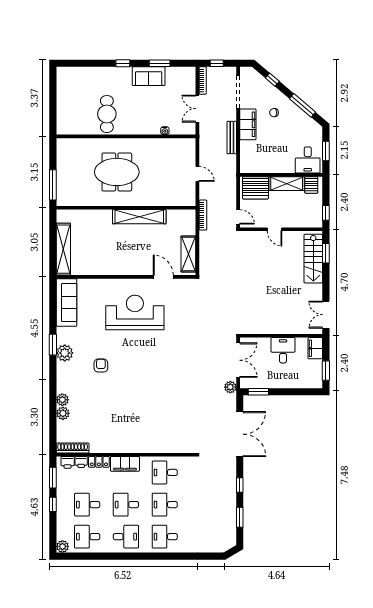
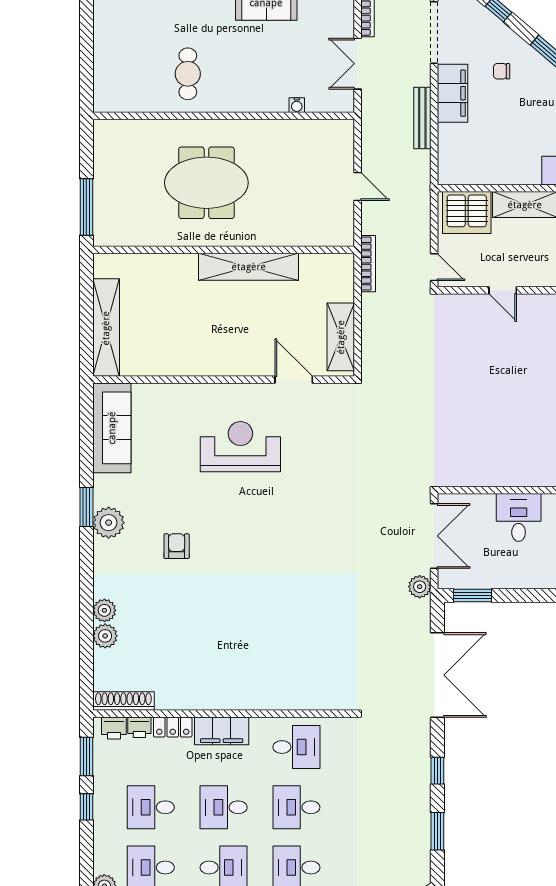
cafe table: (107, 114) -> (188, 74), width x0.73, depth x0.74
reception desk: (135, 313) -> (240, 447), width x0.74, depth x0.77
desk: (165, 472) -> (296, 747), turned 180

